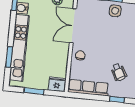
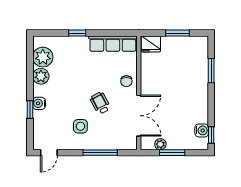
side table: (115, 11) -> (80, 126), moved
kitchen unit: (19, 48) -> (200, 83), removed
wheelchair: (119, 72) -> (100, 103), moved

